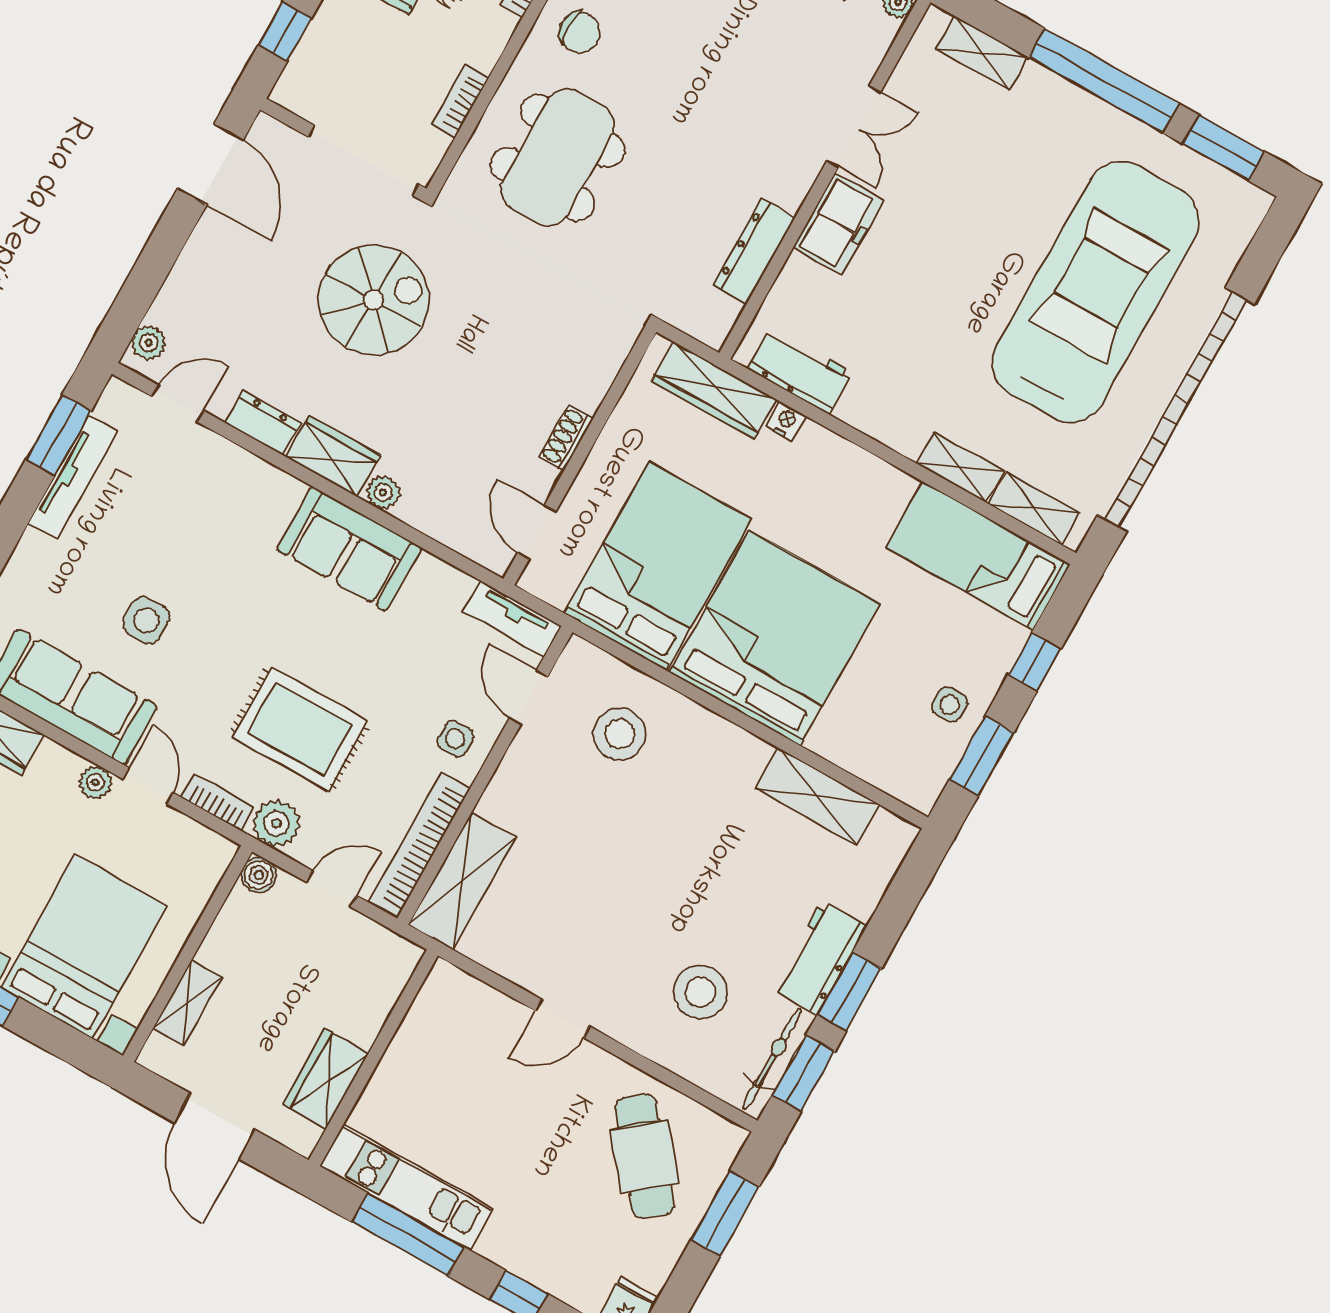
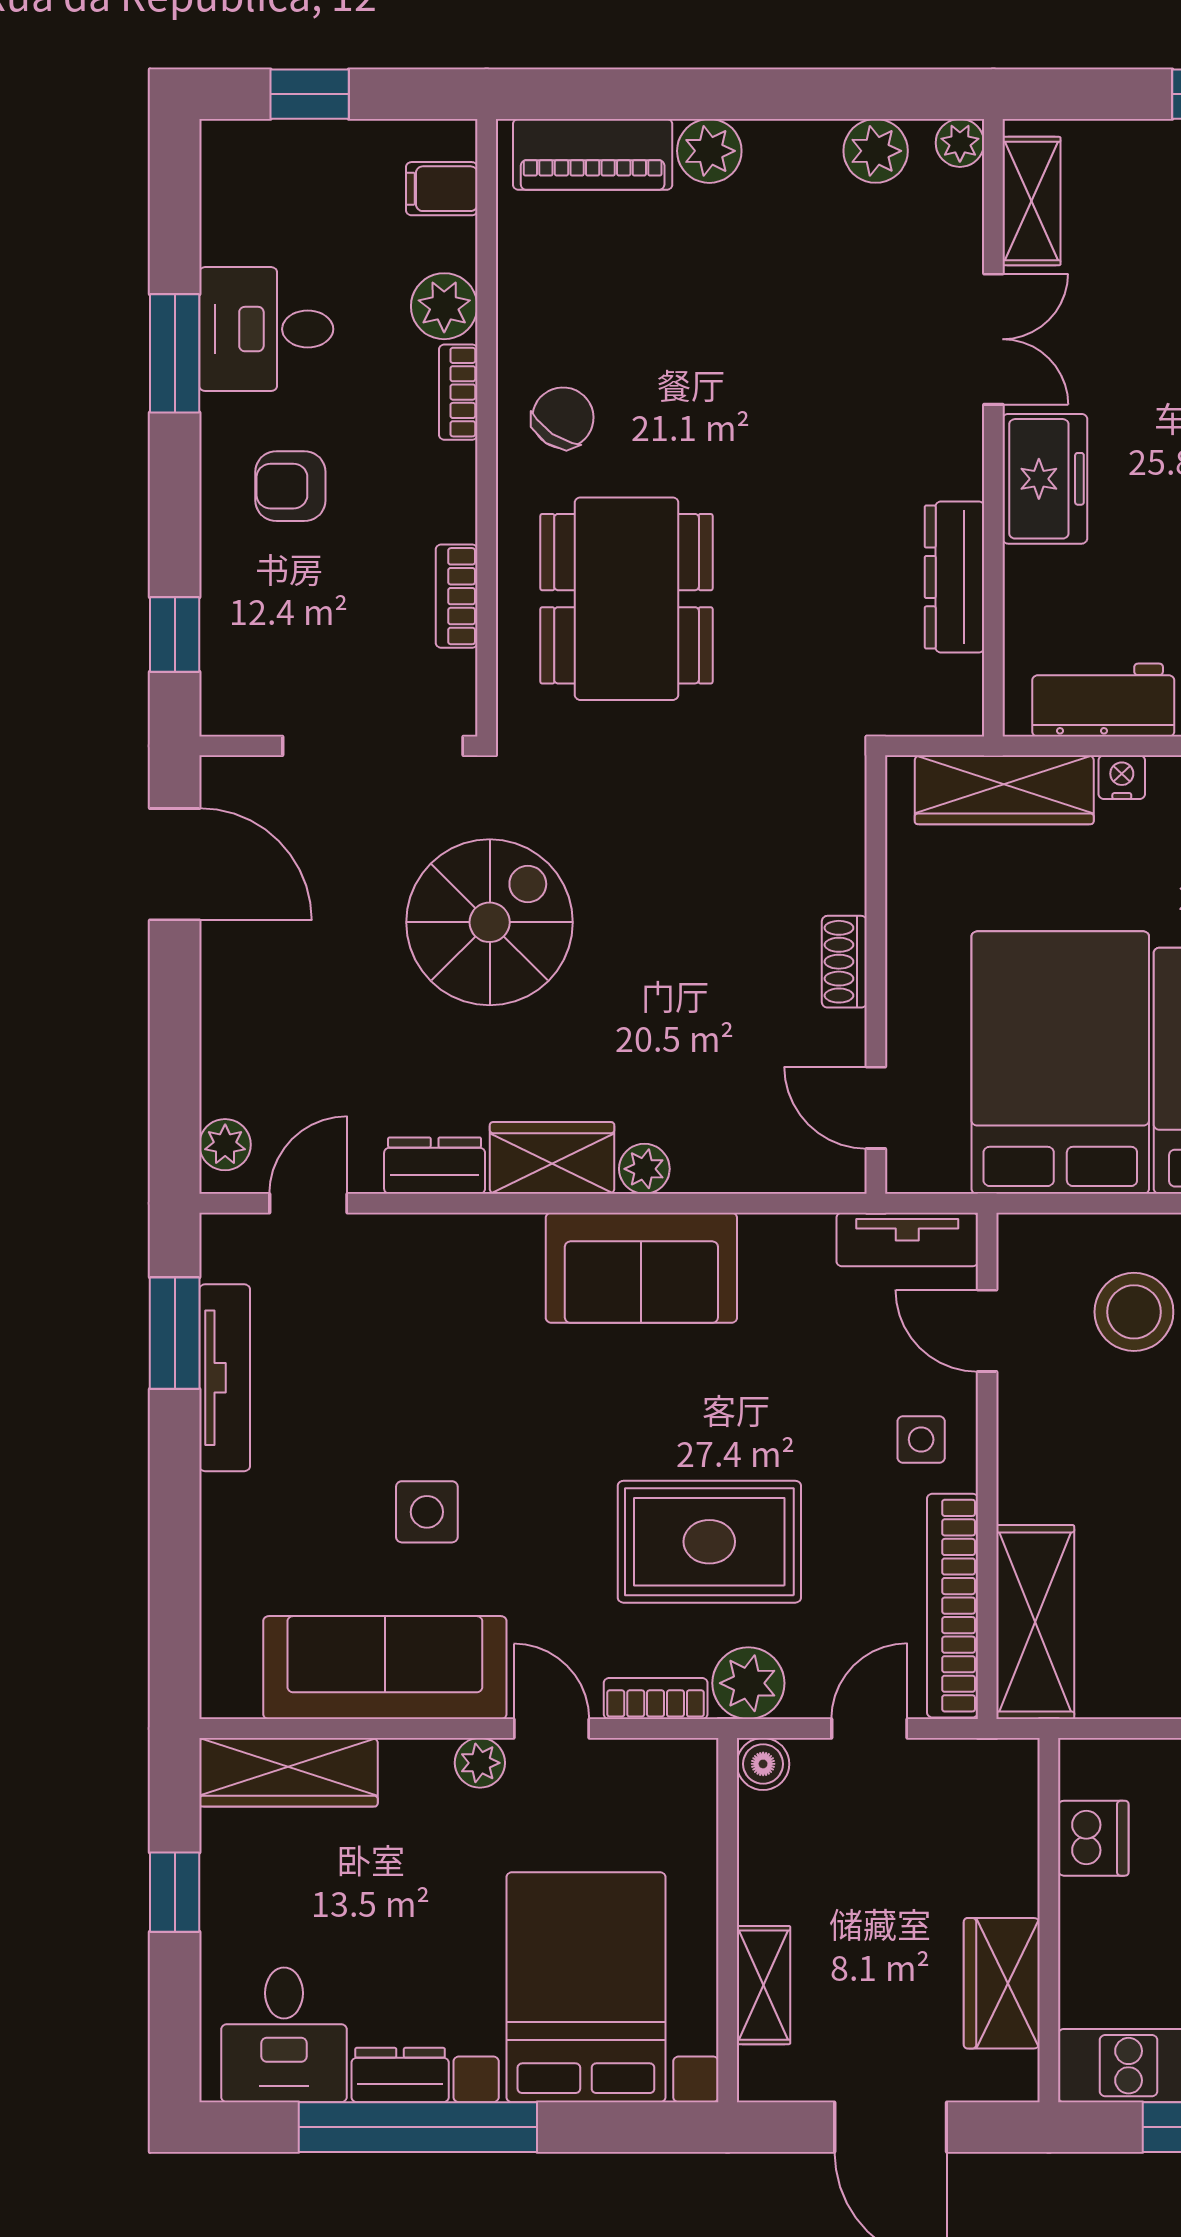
chair: (580, 32) -> (563, 418), turned -56
shelving: (982, 53) -> (1032, 201), moved, turned 90
dishwasher: (425, 1025) -> (1093, 1838), added

